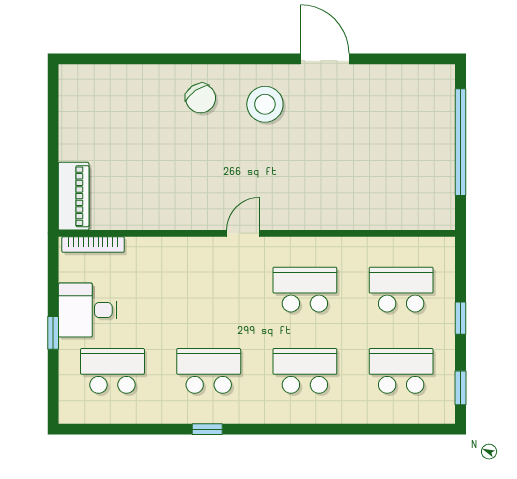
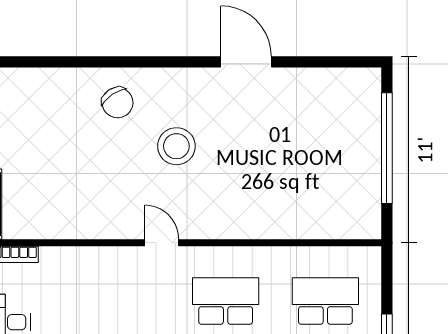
stool: (265, 104) -> (176, 146), moved
door: (243, 233) -> (162, 243), hinge flipped

